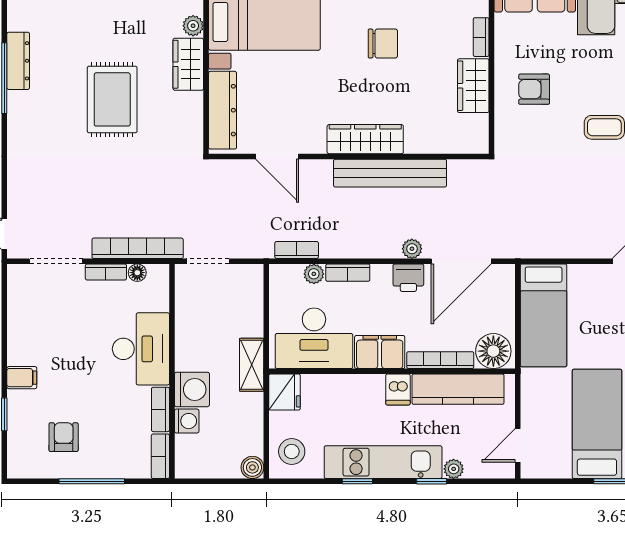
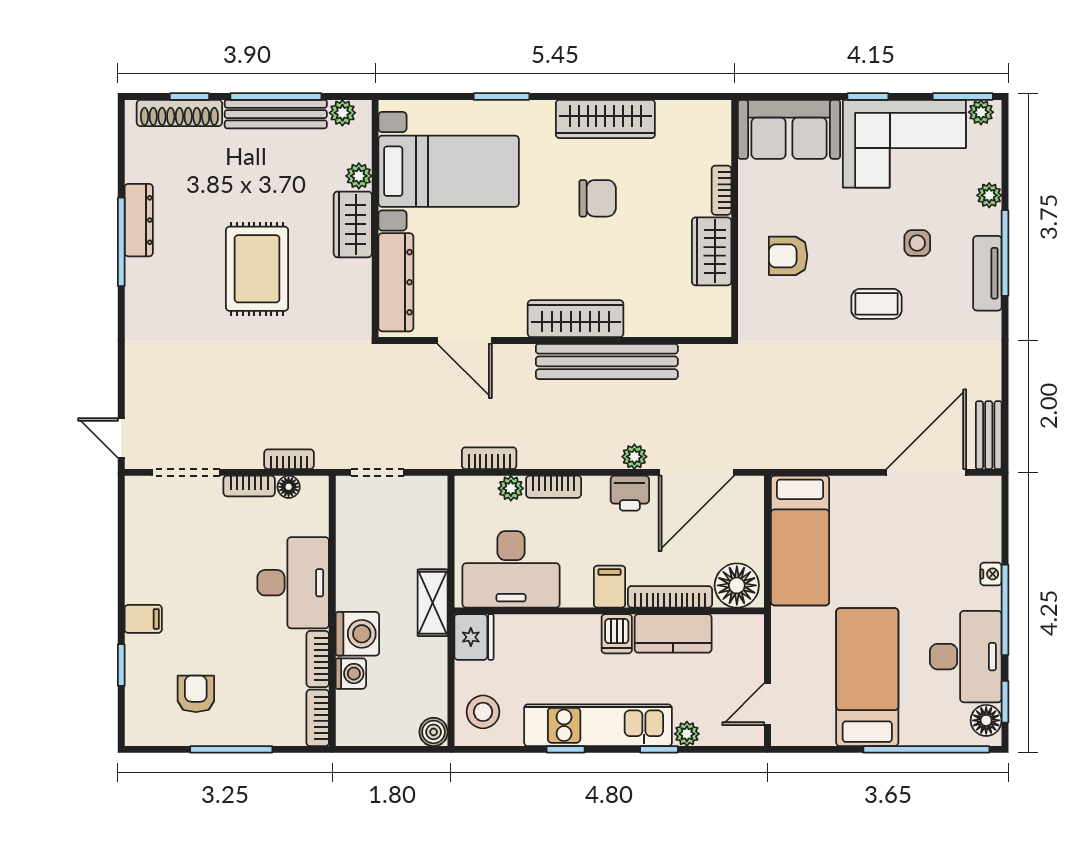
bookcase: (138, 248) -> (289, 459), width x0.43, depth x0.76
filing cabinet: (380, 352) -> (609, 587), width x0.50
kitchen counter: (458, 389) -> (673, 633), width x0.67

